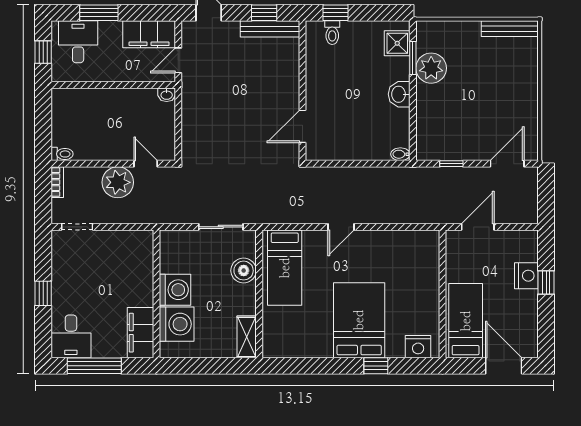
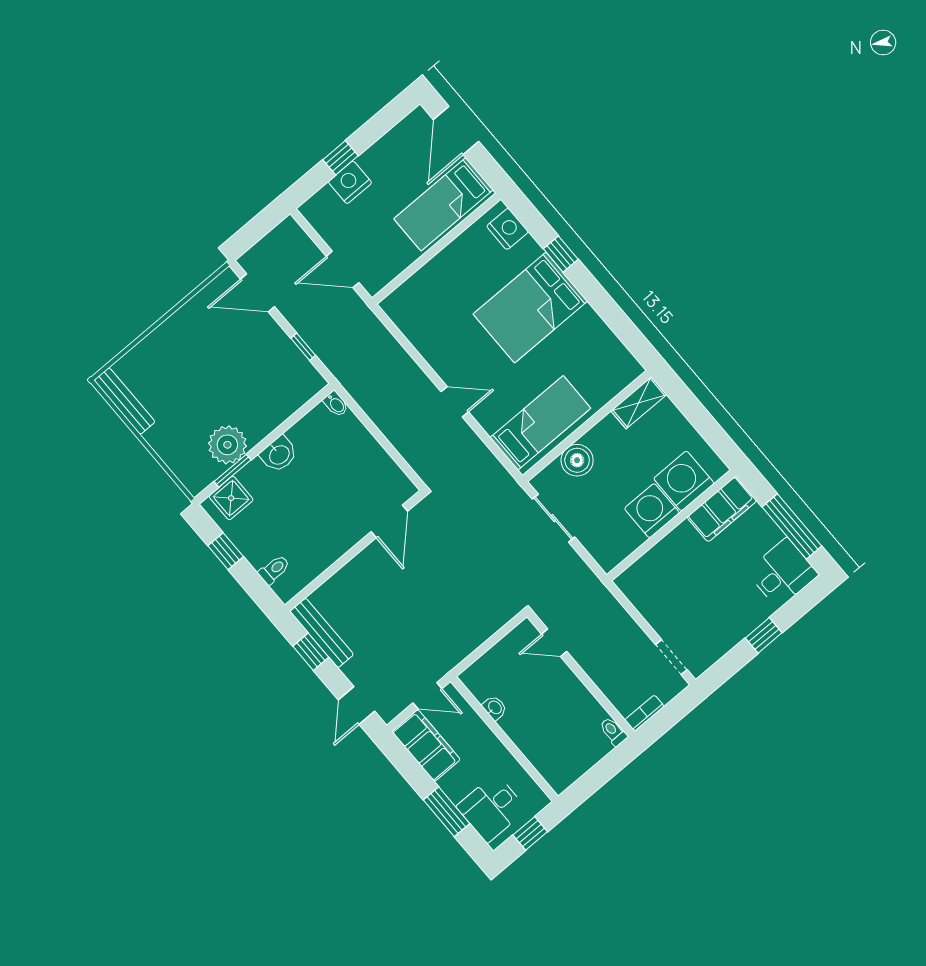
window: (336, 13) -> (226, 551), moved
washbasin: (167, 95) -> (495, 708), moved
door: (302, 126) -> (389, 521), hinge flipped
door: (146, 164) -> (554, 643), hinge flipped
plant: (118, 182) -> (595, 654), removed

